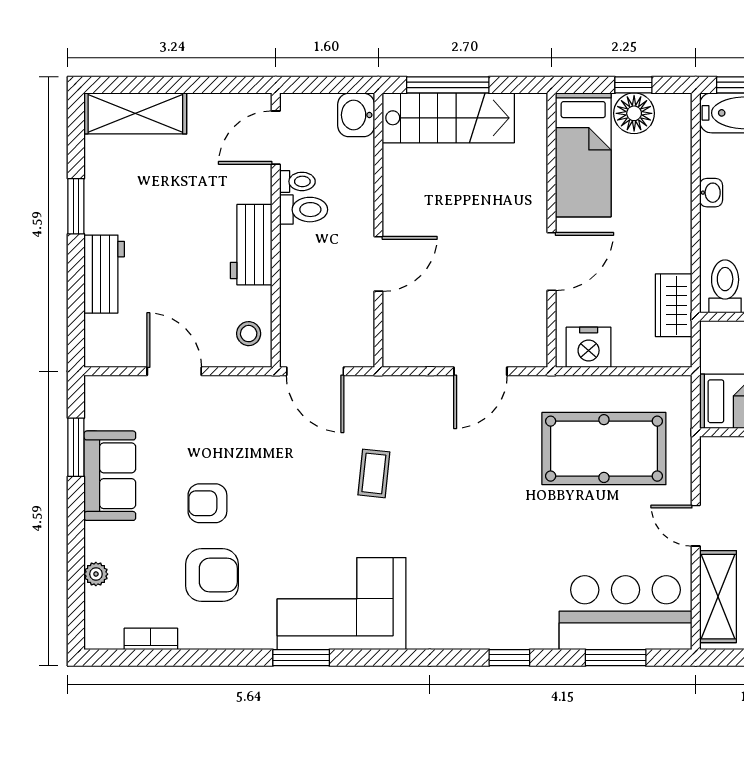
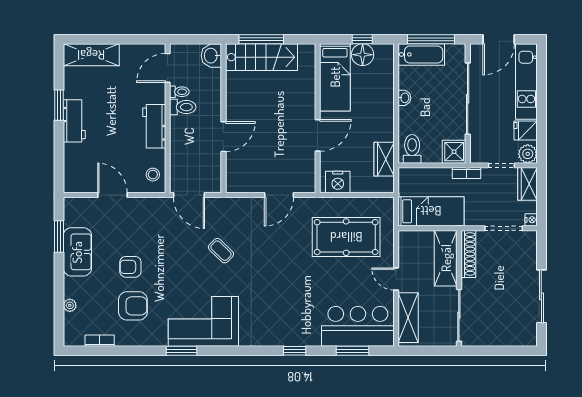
workbench: (104, 274) -> (74, 121), moved
coffee table: (374, 473) -> (221, 251), turned -52

